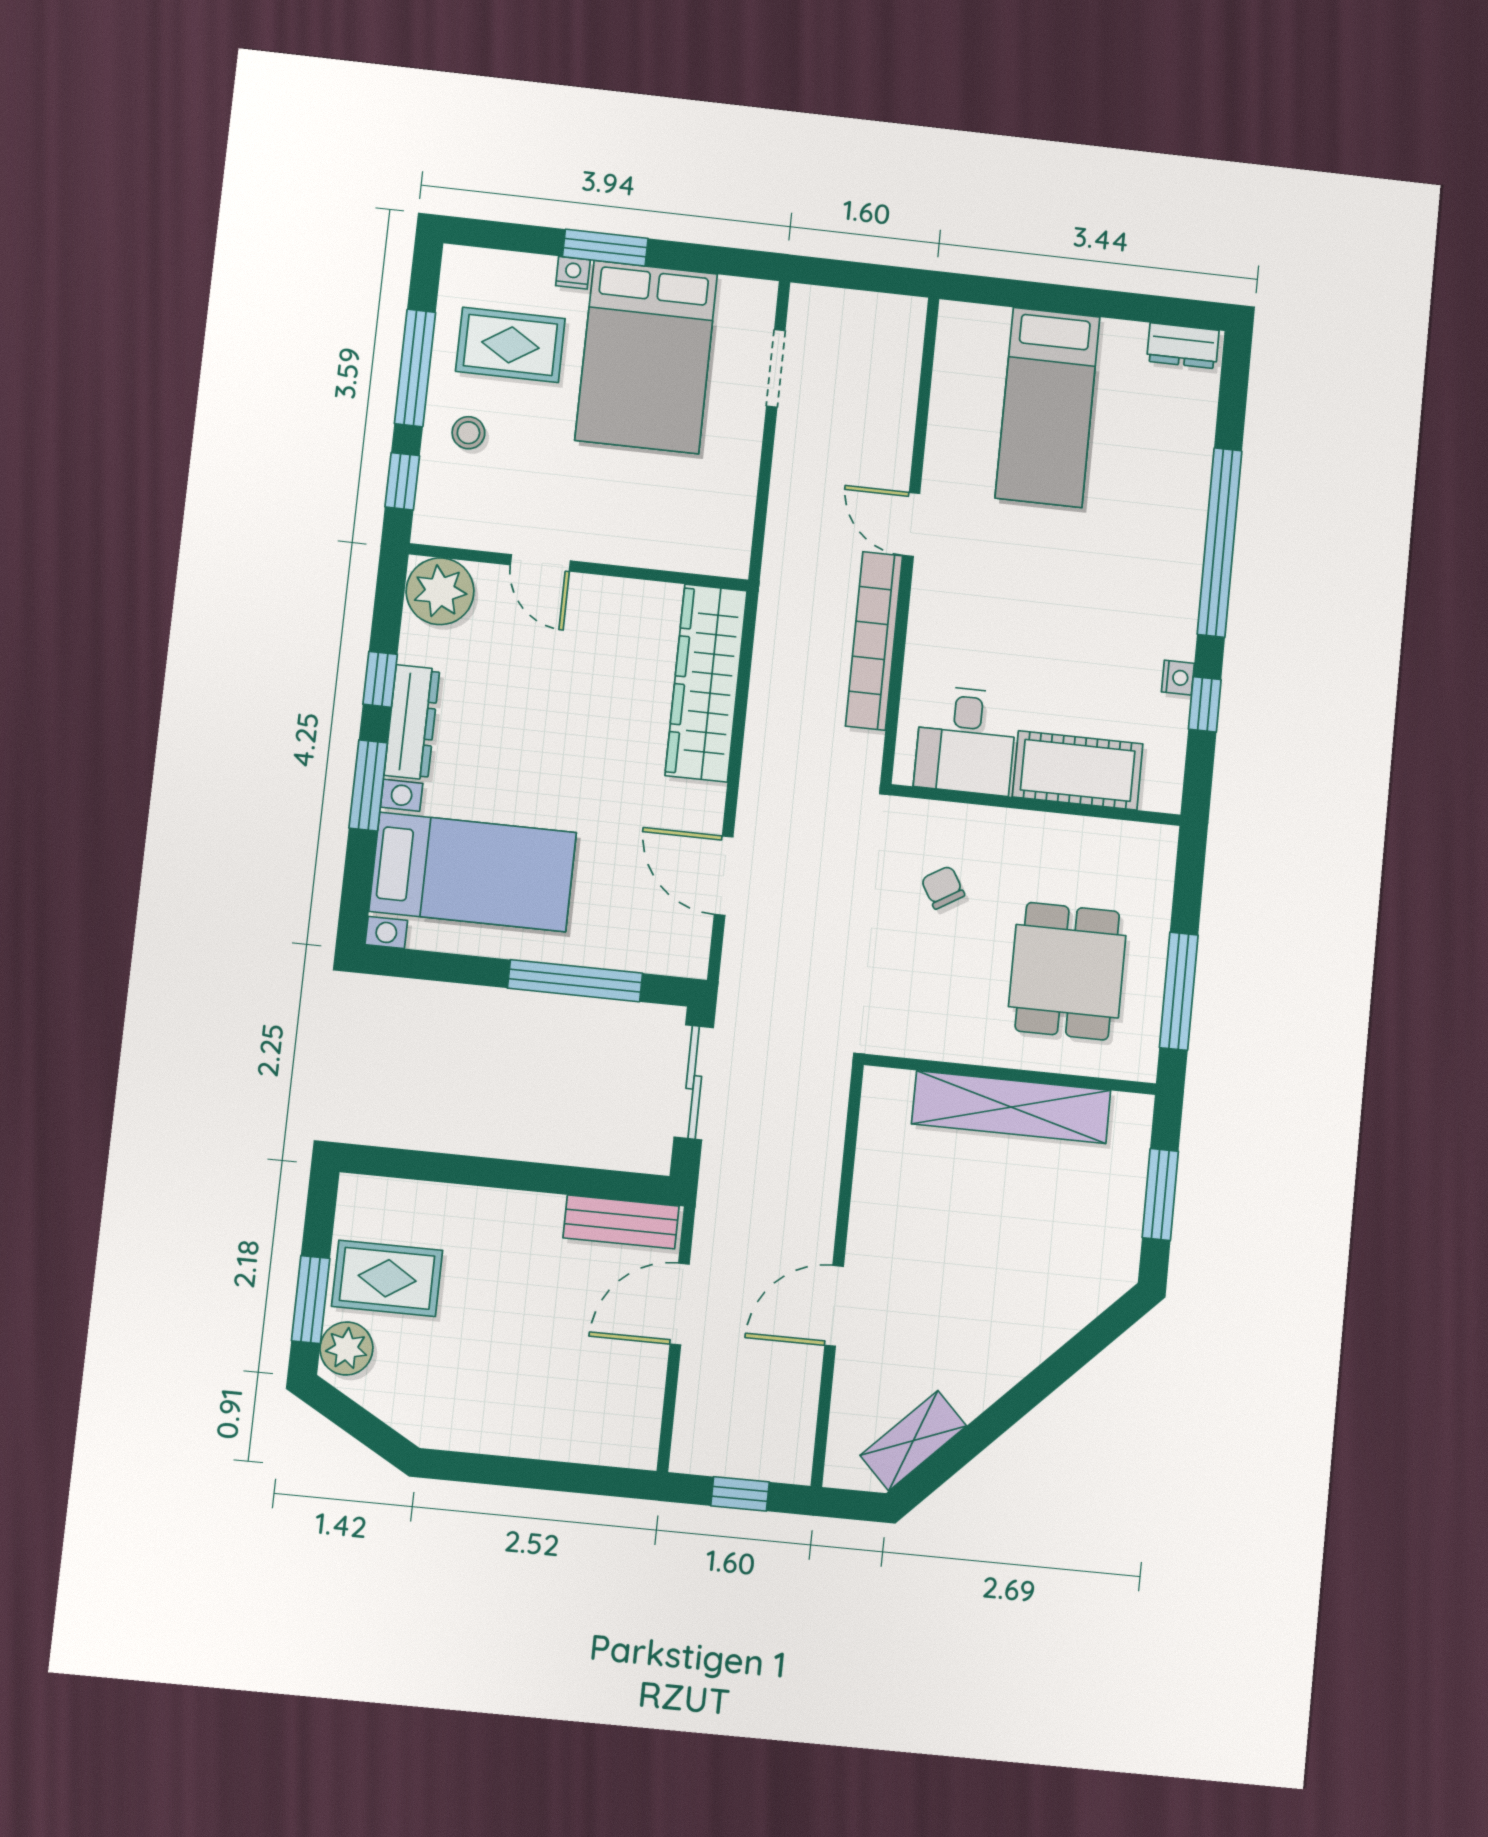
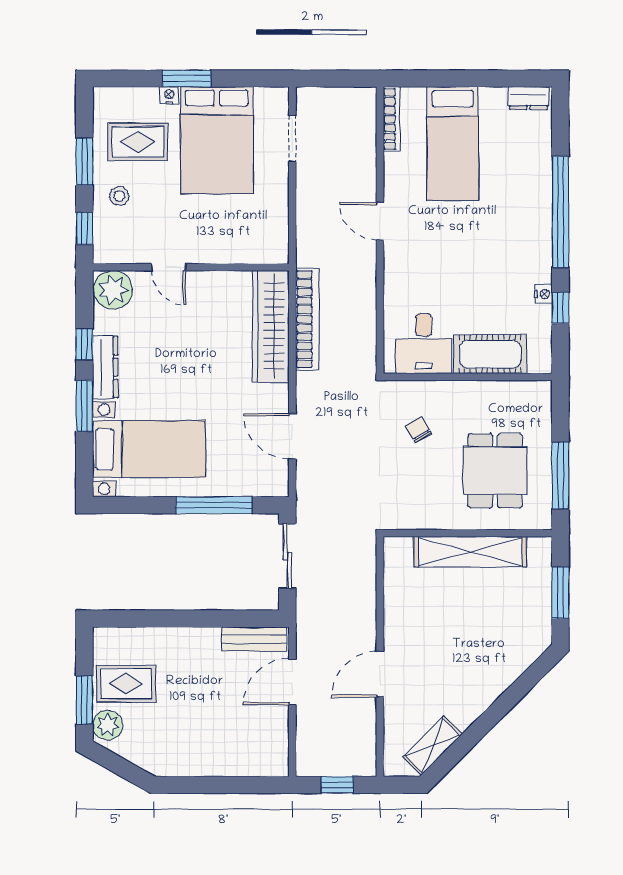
bookcase: (948, 355) -> (392, 119), added
window: (415, 368) -> (84, 162), width x0.69
bookcase: (874, 641) -> (307, 319), moved, turned 180

